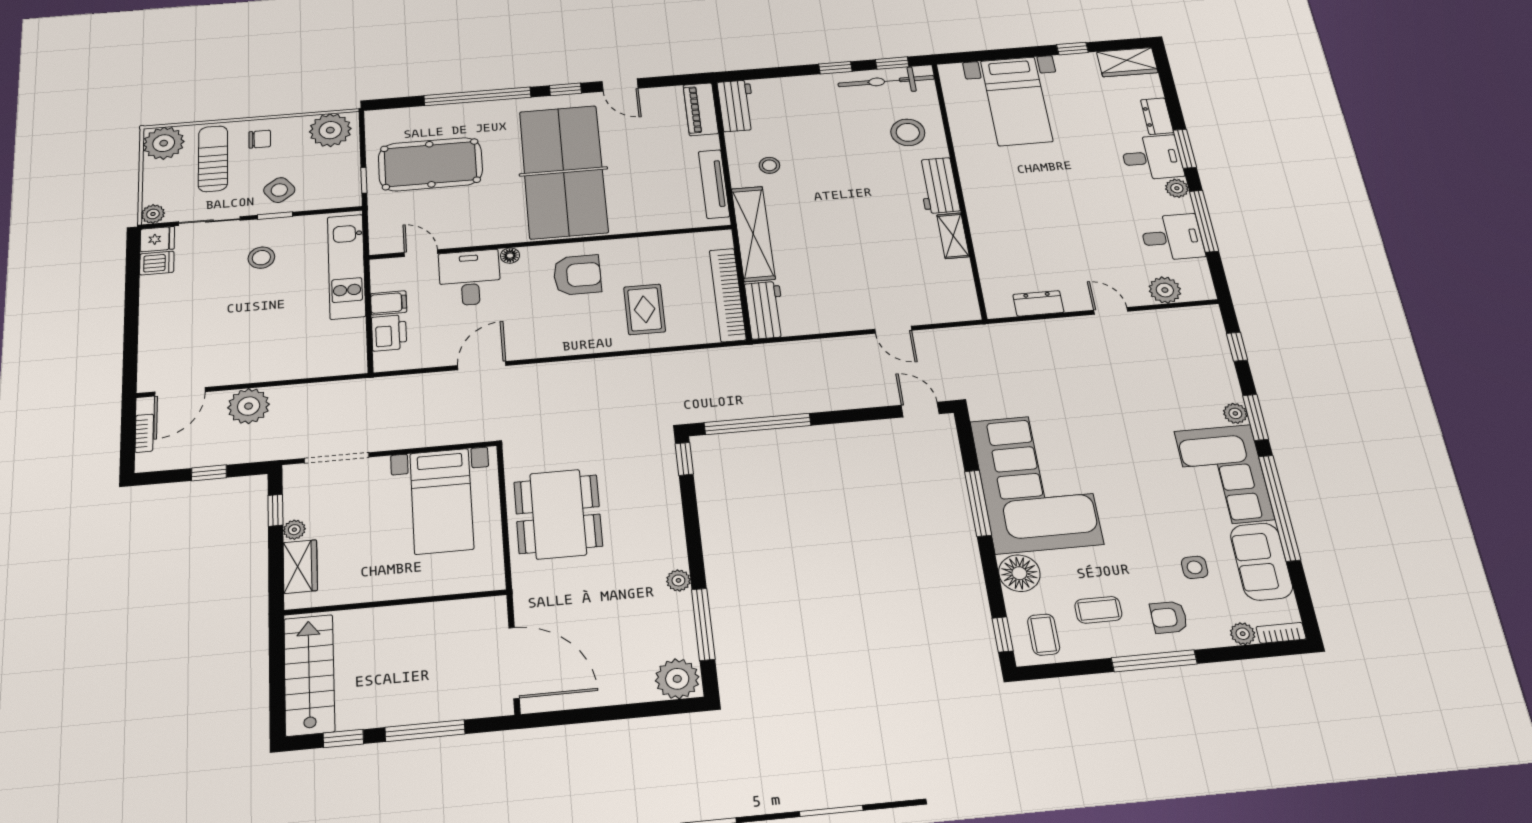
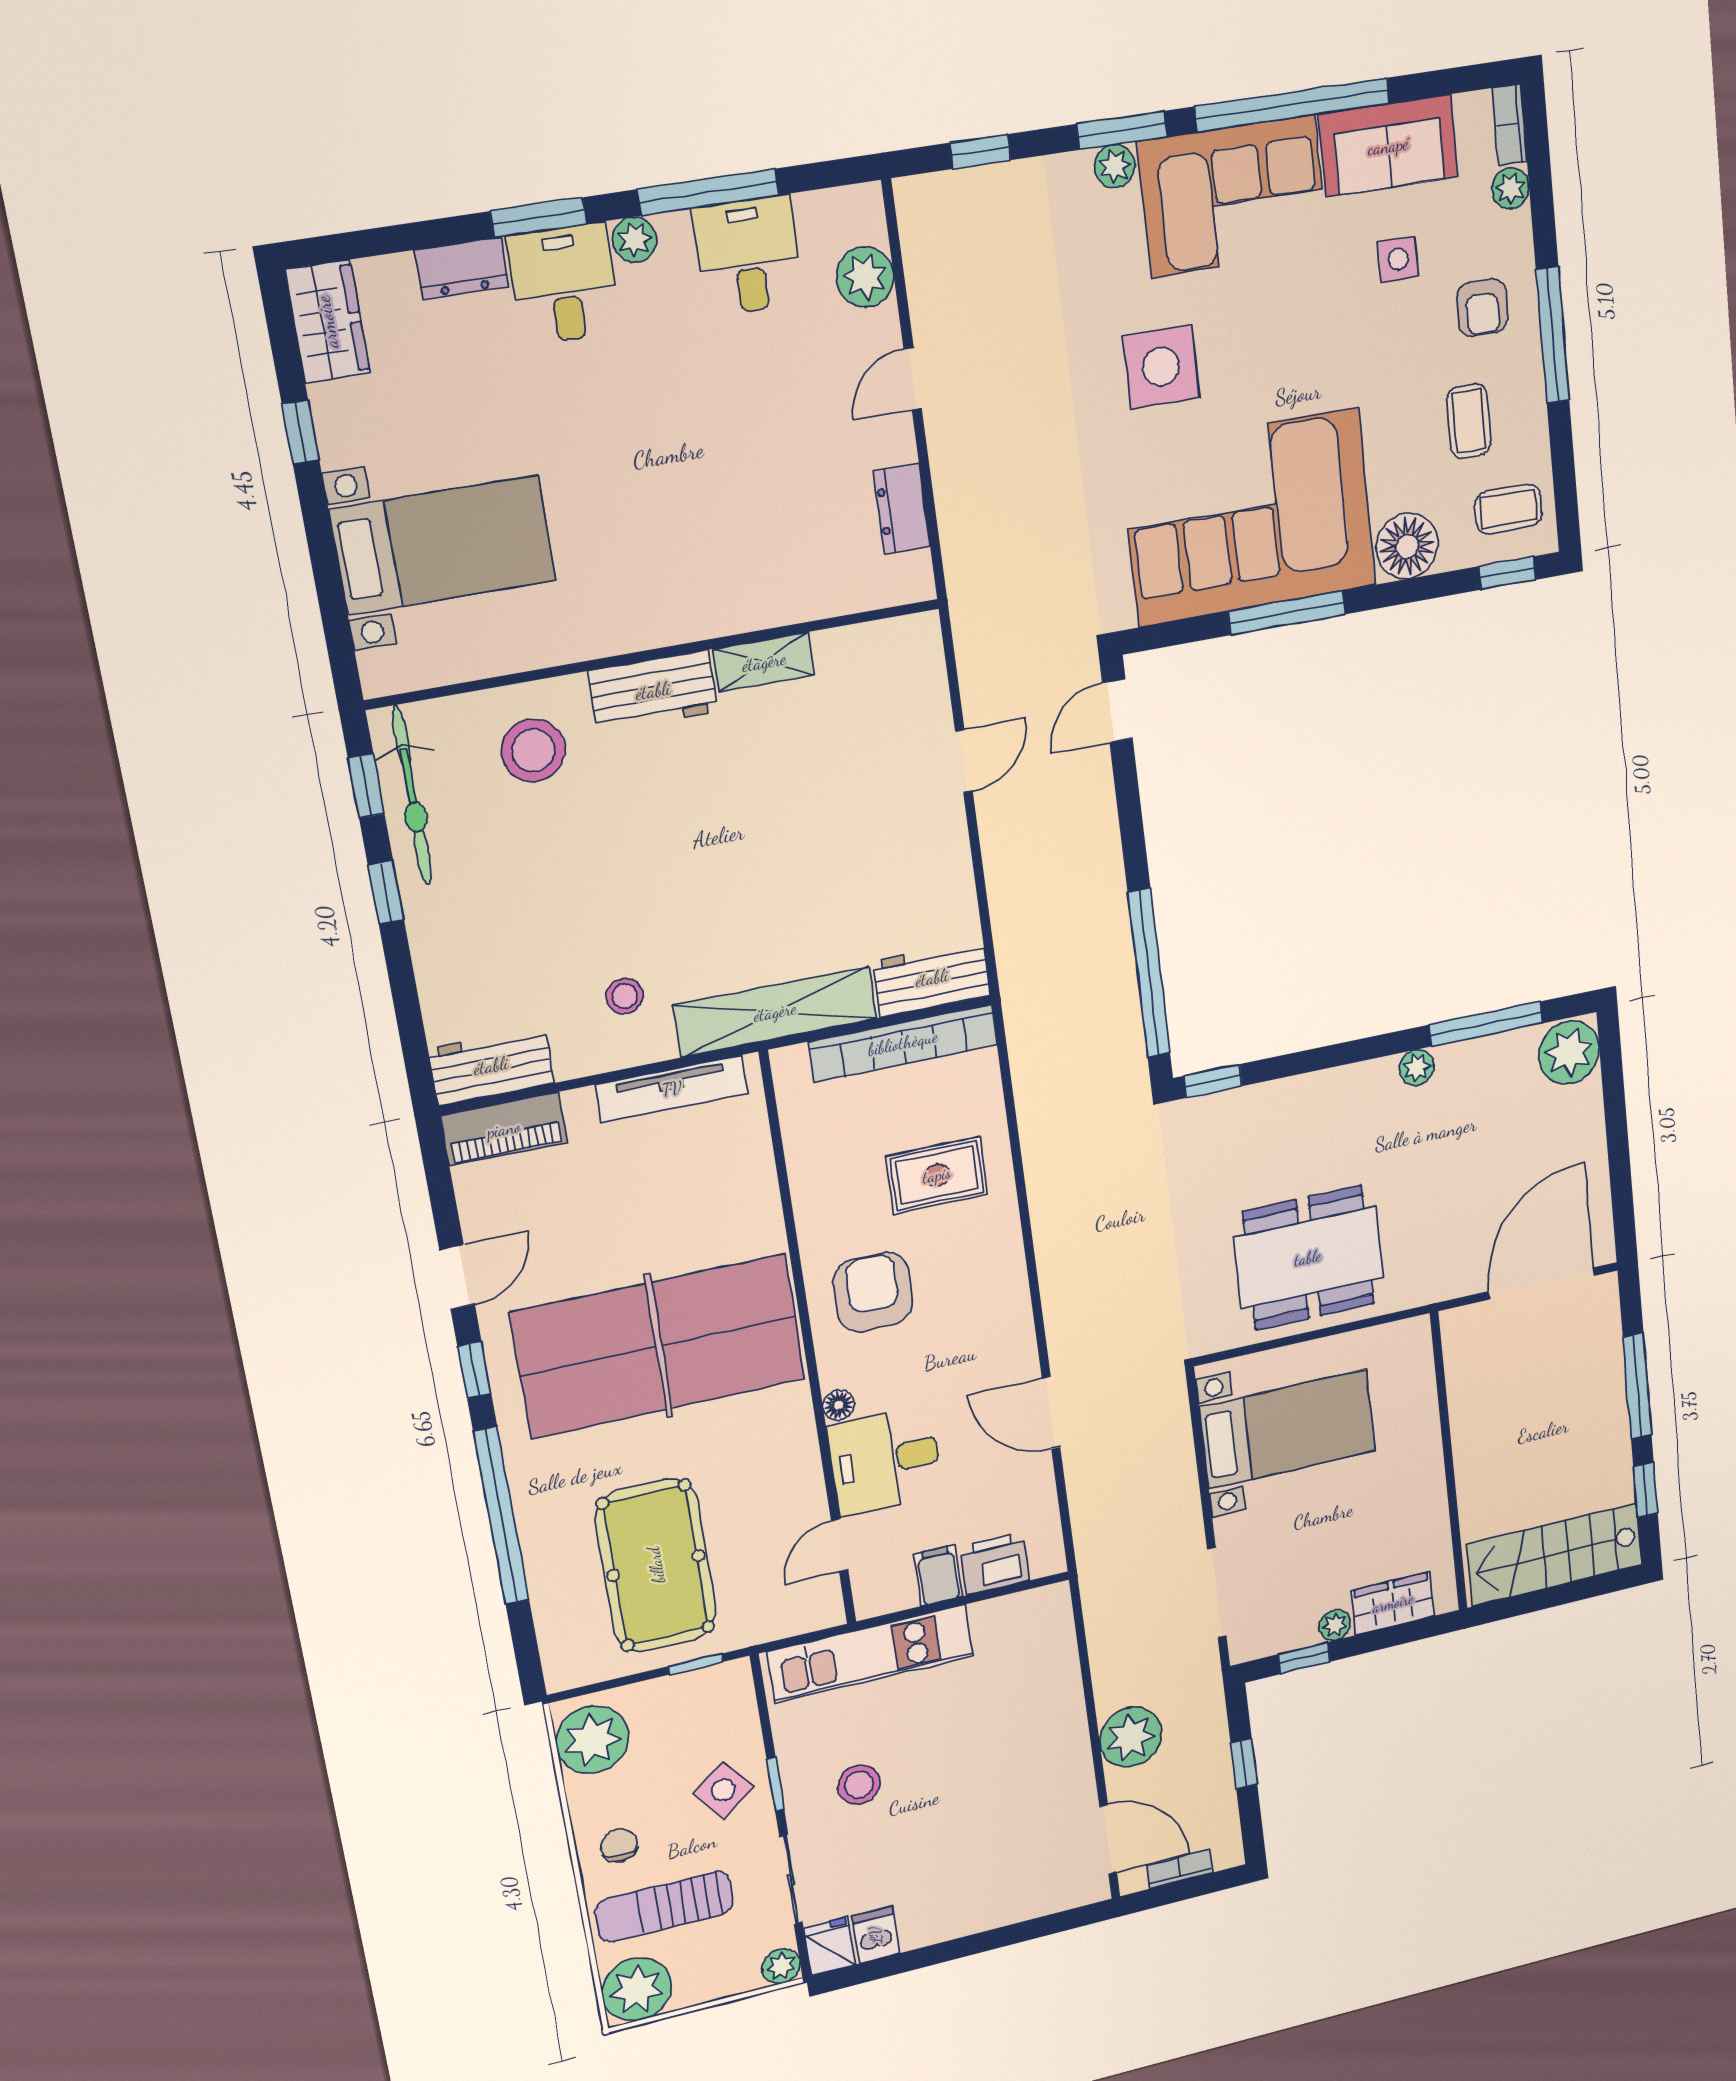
side table: (1123, 436) -> (1161, 367), added

